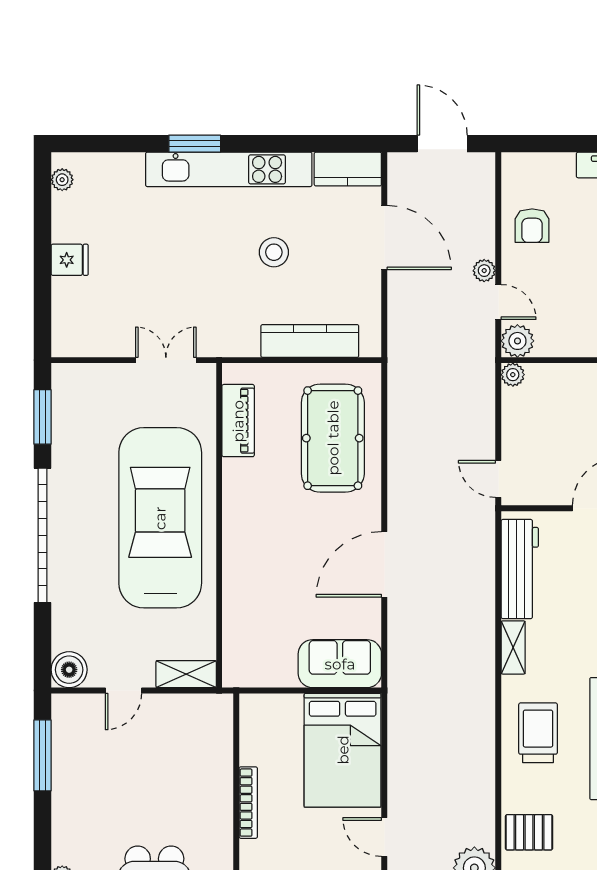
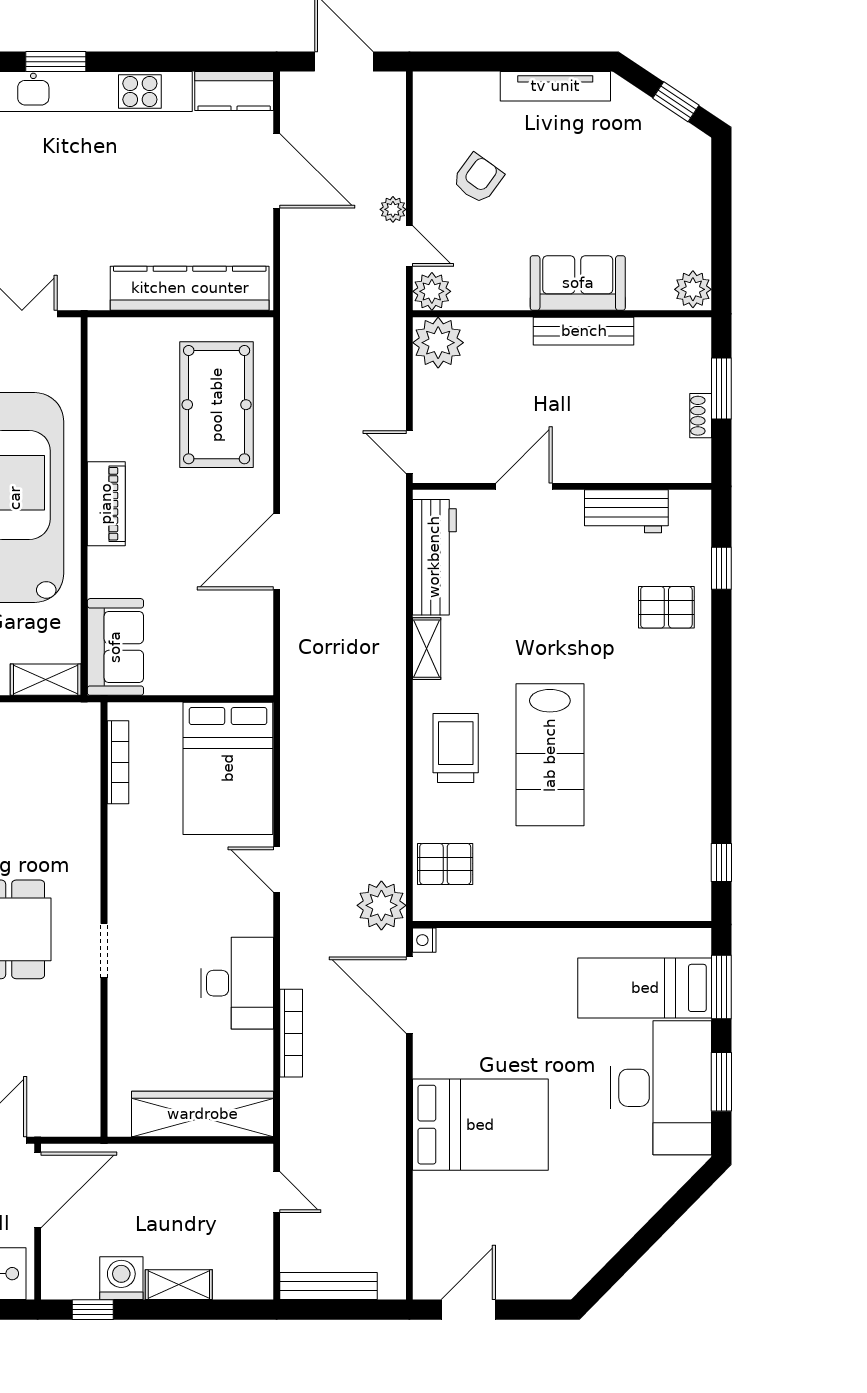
armchair: (532, 226) -> (478, 178), moved, turned -144
stool: (274, 252) -> (148, 188), removed
kitchen counter: (310, 341) -> (190, 288), width x1.39, depth x1.17
plant: (513, 375) -> (438, 343), width x1.87, depth x1.87
piano: (238, 421) -> (106, 504), moved
sofa: (340, 664) -> (115, 647), moved, turned 90
bookcase: (248, 803) -> (118, 762), moved

